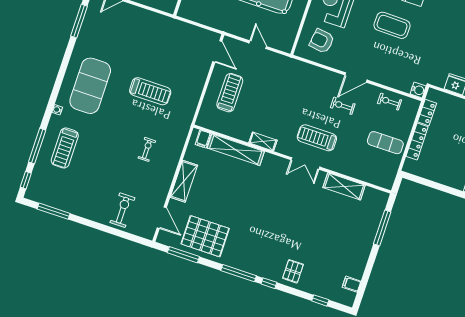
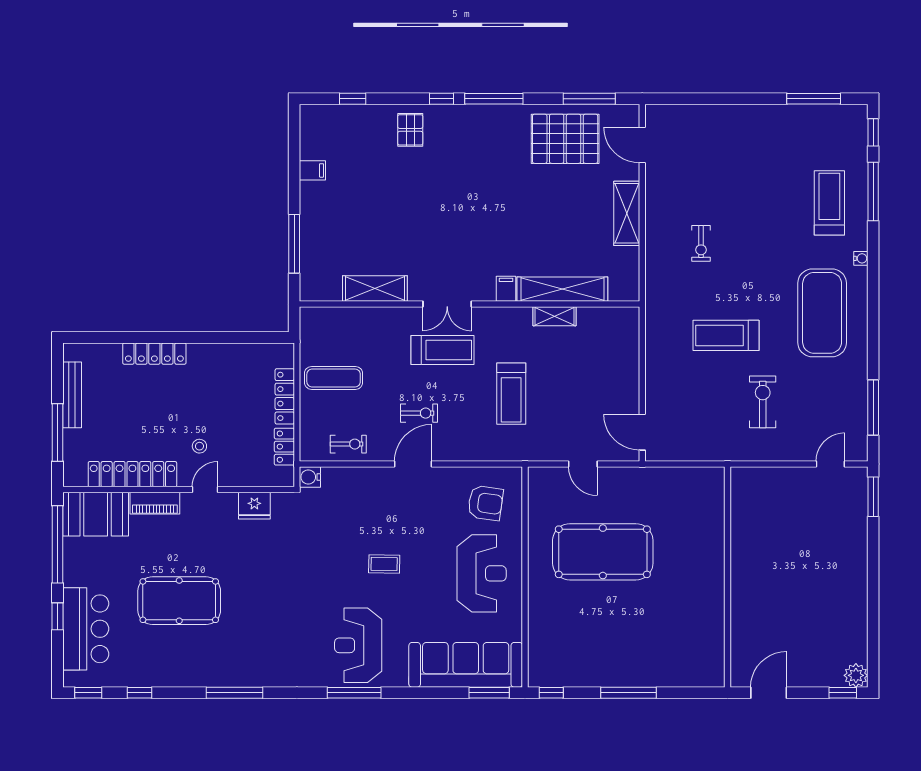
coffee table: (392, 25) -> (384, 564), width x0.54, depth x0.58
treadmill: (230, 93) -> (511, 394), moved
filing cabinet: (203, 139) -> (506, 289), moved
shelving: (263, 141) -> (555, 316), moved
double door: (305, 163) -> (447, 304), swing flipped
exercise bike: (122, 210) -> (763, 402), moved, turned 180
filing cabinet: (352, 284) -> (312, 170), moved

